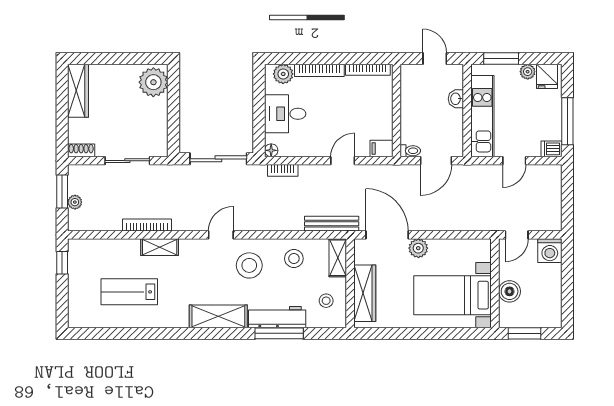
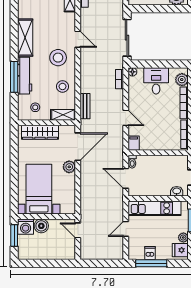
washbasin: (456, 99) -> (177, 191), moved
dishwasher: (552, 149) -> (150, 253), moved
door: (514, 161) -> (126, 229), hinge flipped
bench: (332, 224) -> (85, 106), width x0.73
washing machine: (550, 251) -> (26, 227), moved, turned -90

